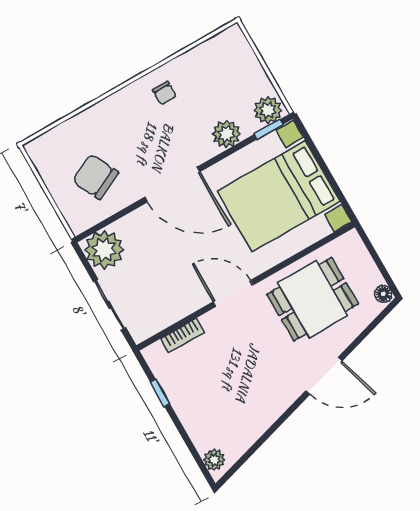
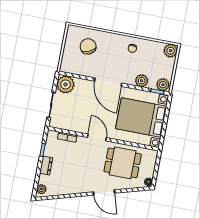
plant: (232, 42) -> (171, 51), added
chair: (95, 177) -> (88, 46), moved
dresser: (188, 414) -> (46, 166), added

